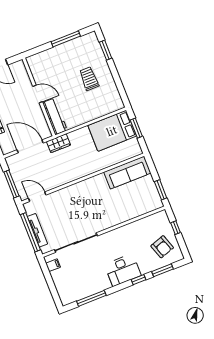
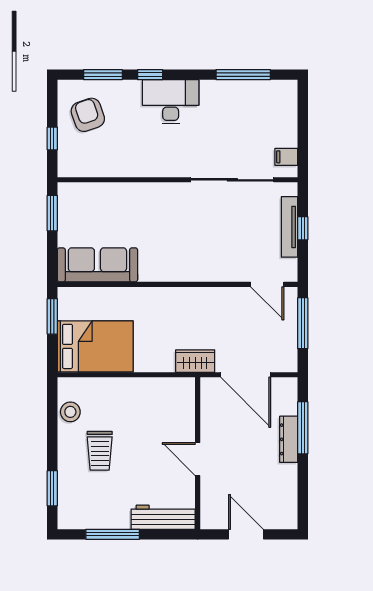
stool: (112, 93) -> (70, 412), added
workbench: (55, 116) -> (163, 517), moved, turned 90
window: (136, 128) -> (52, 316), moved
window: (30, 232) -> (303, 228), width x0.32

